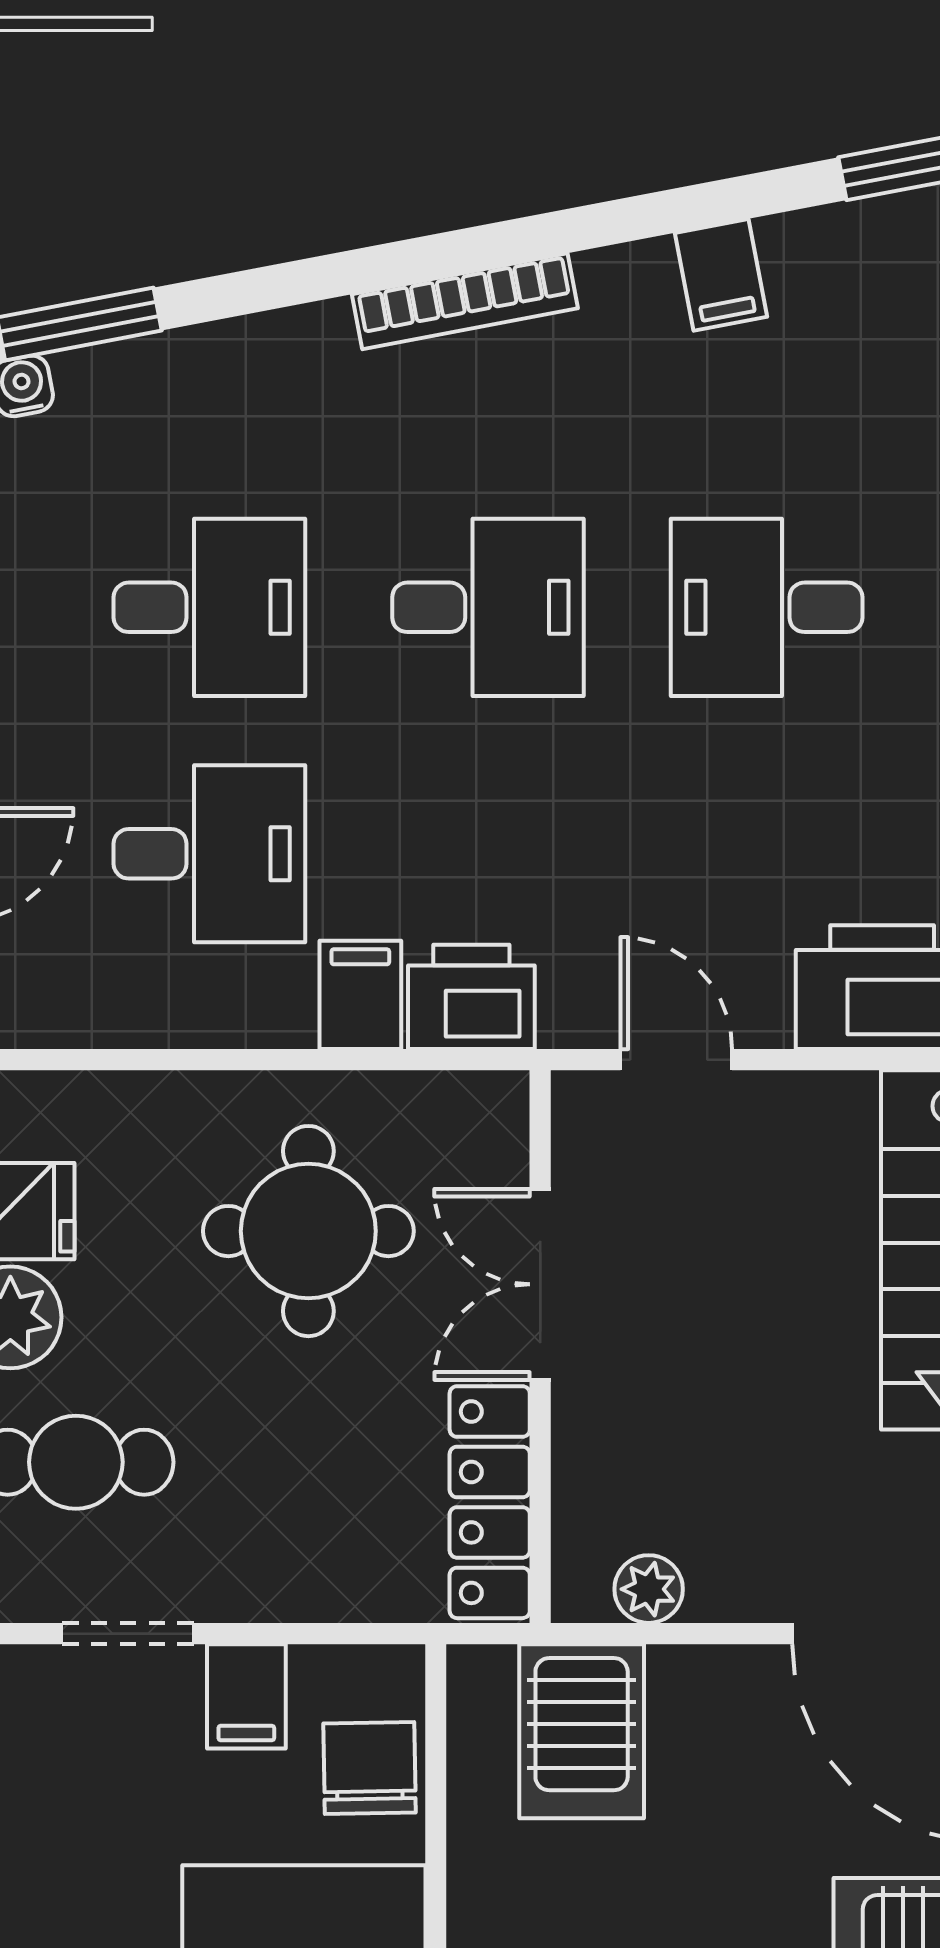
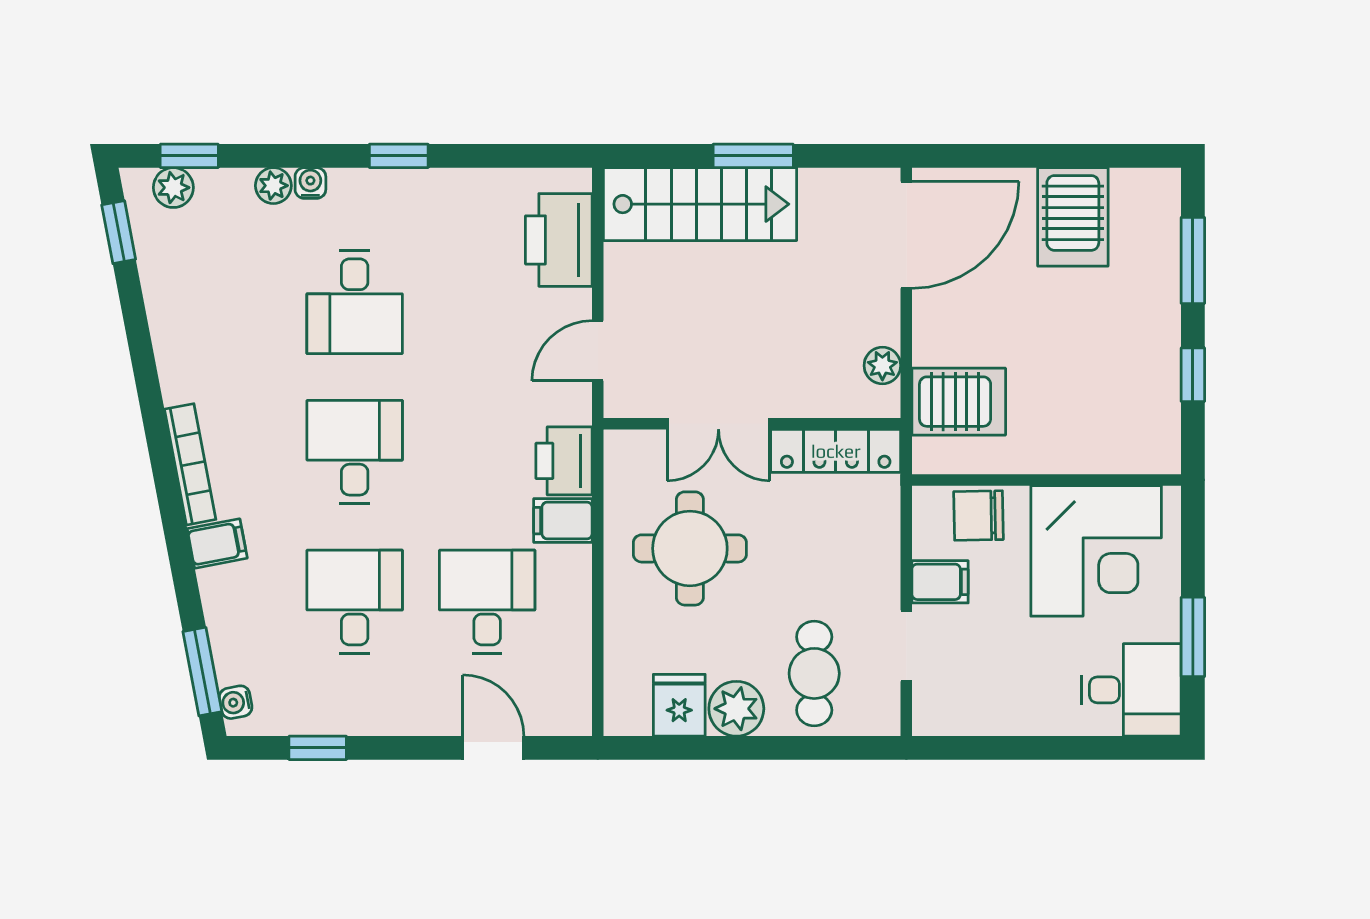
filing cabinet: (721, 275) -> (217, 543), moved

